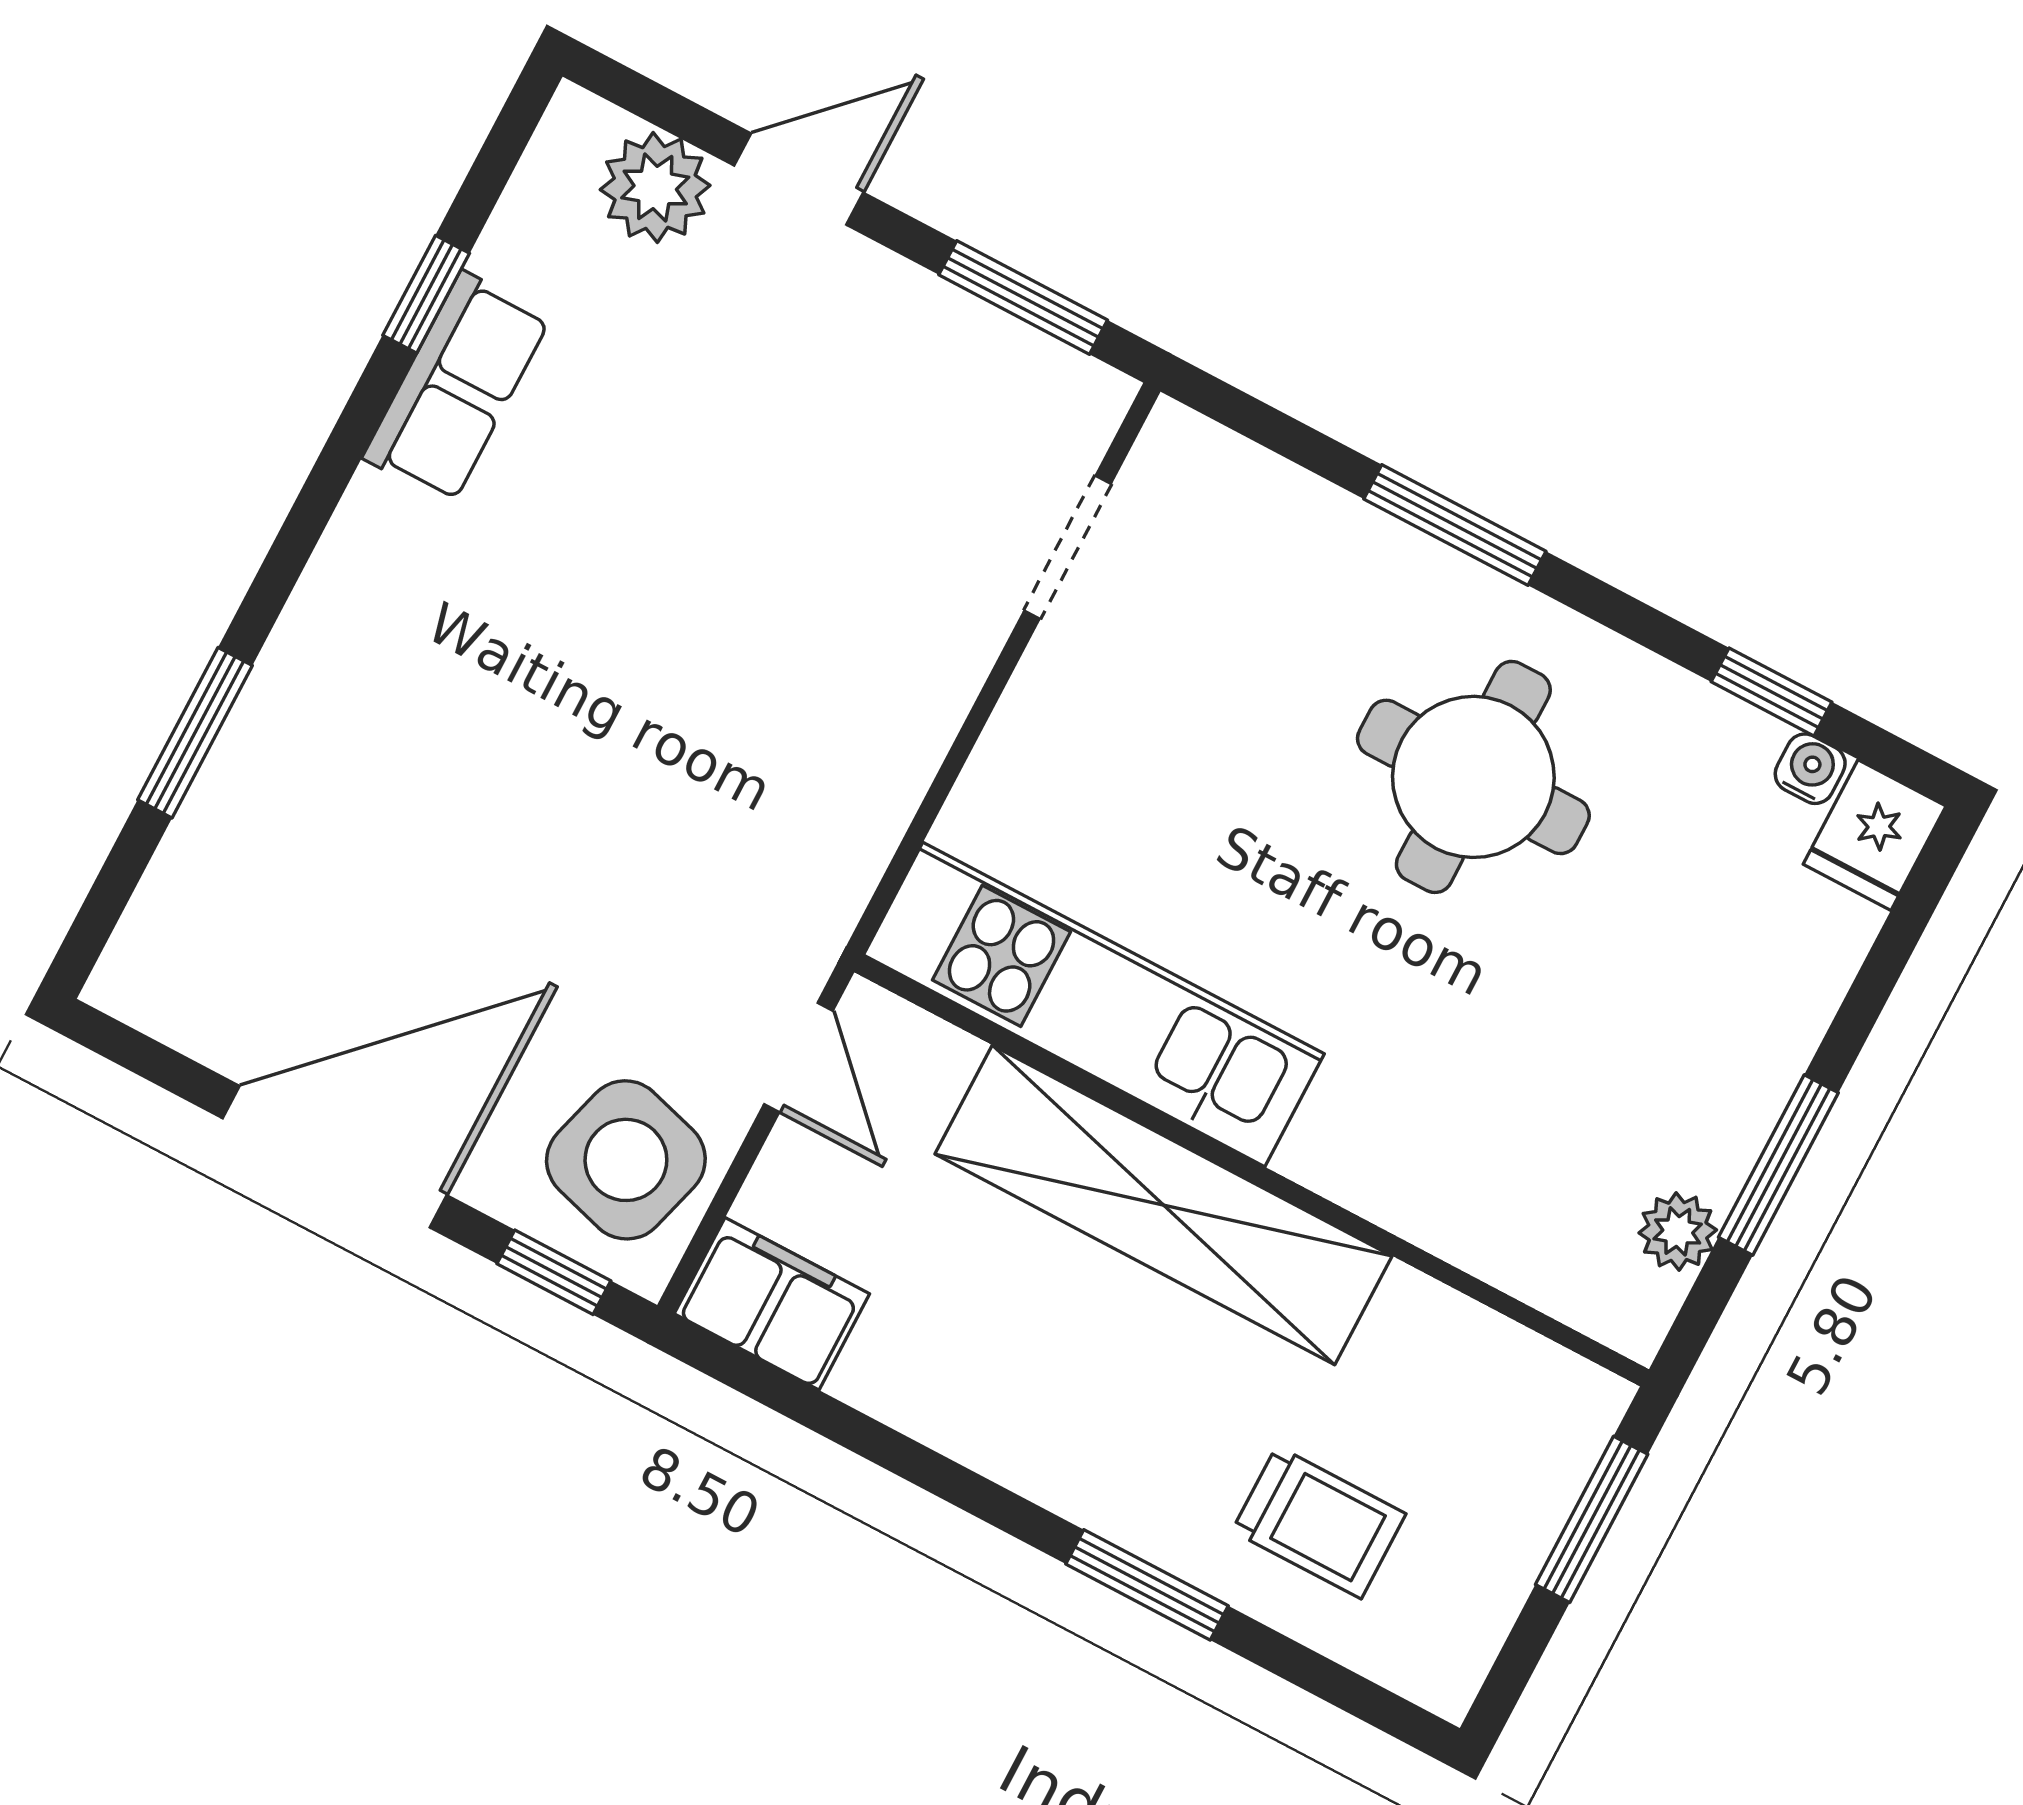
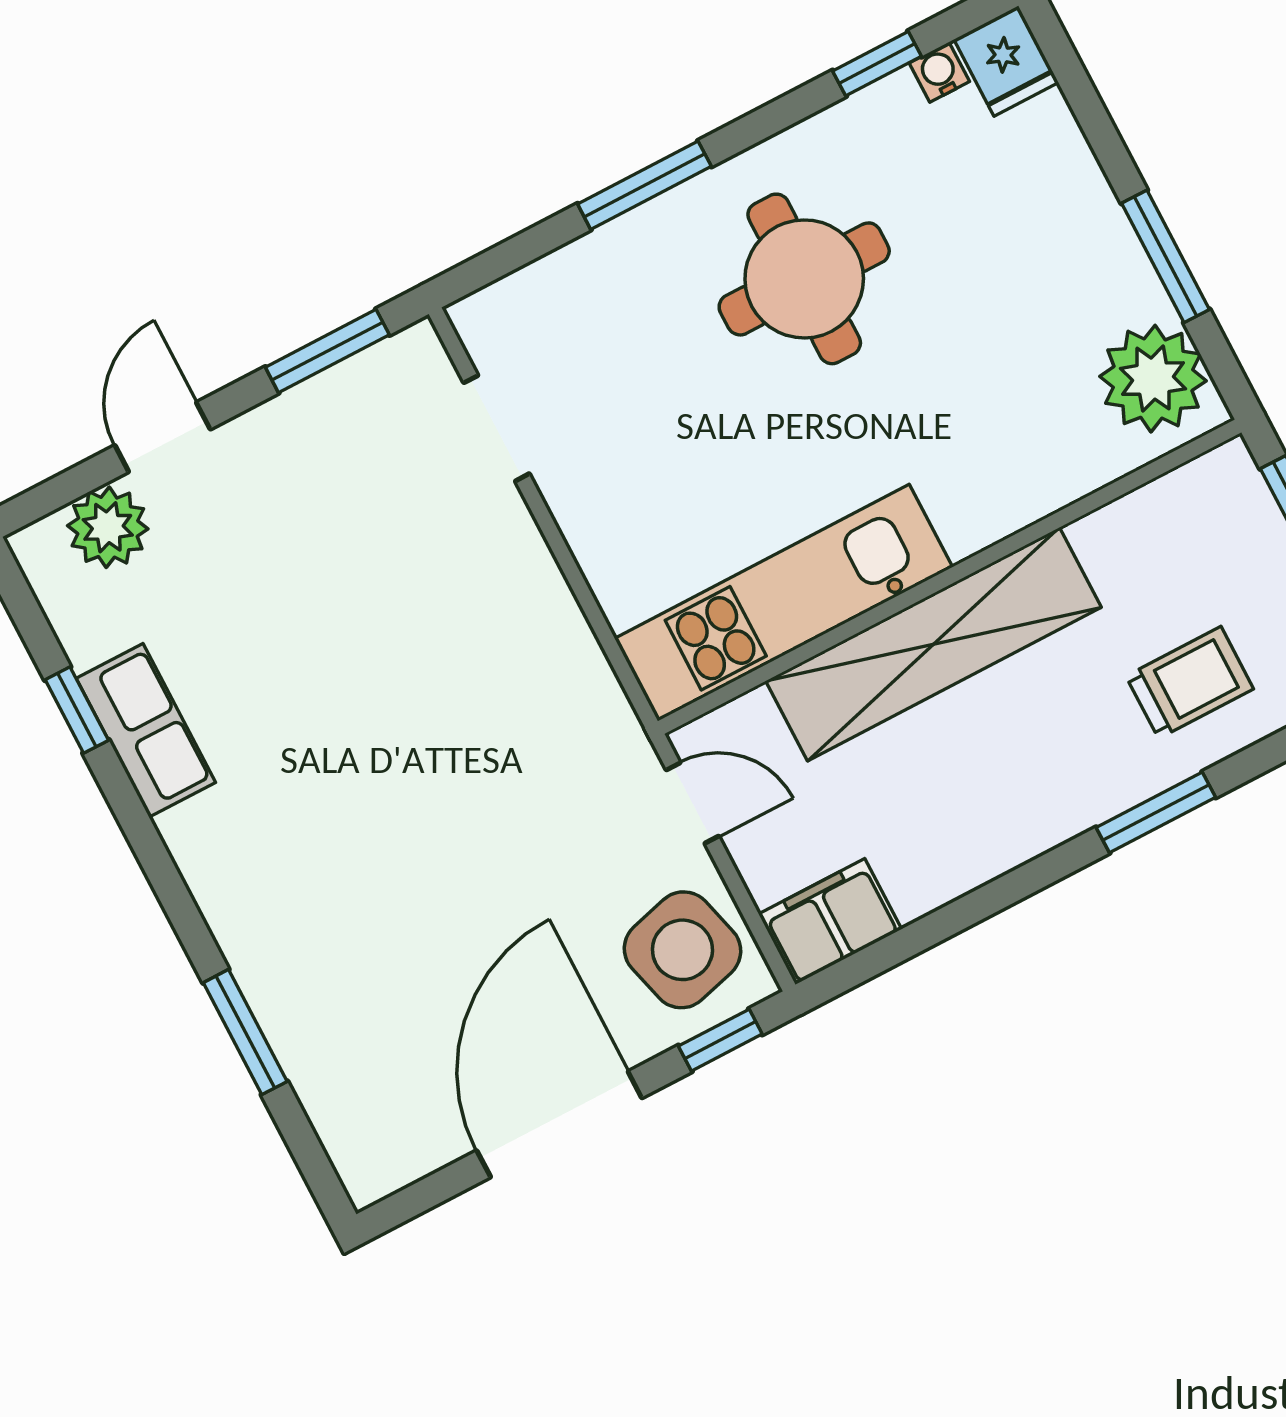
side table: (626, 1160) -> (682, 950), turned -31
plant: (1678, 1231) -> (1153, 379), width x1.88, depth x1.88

